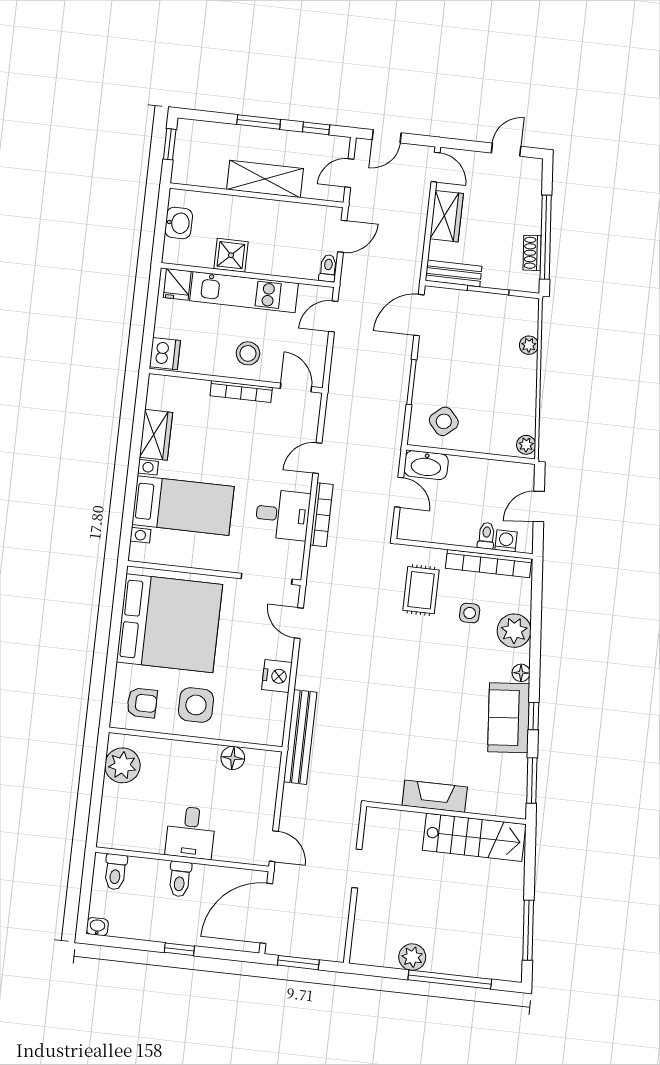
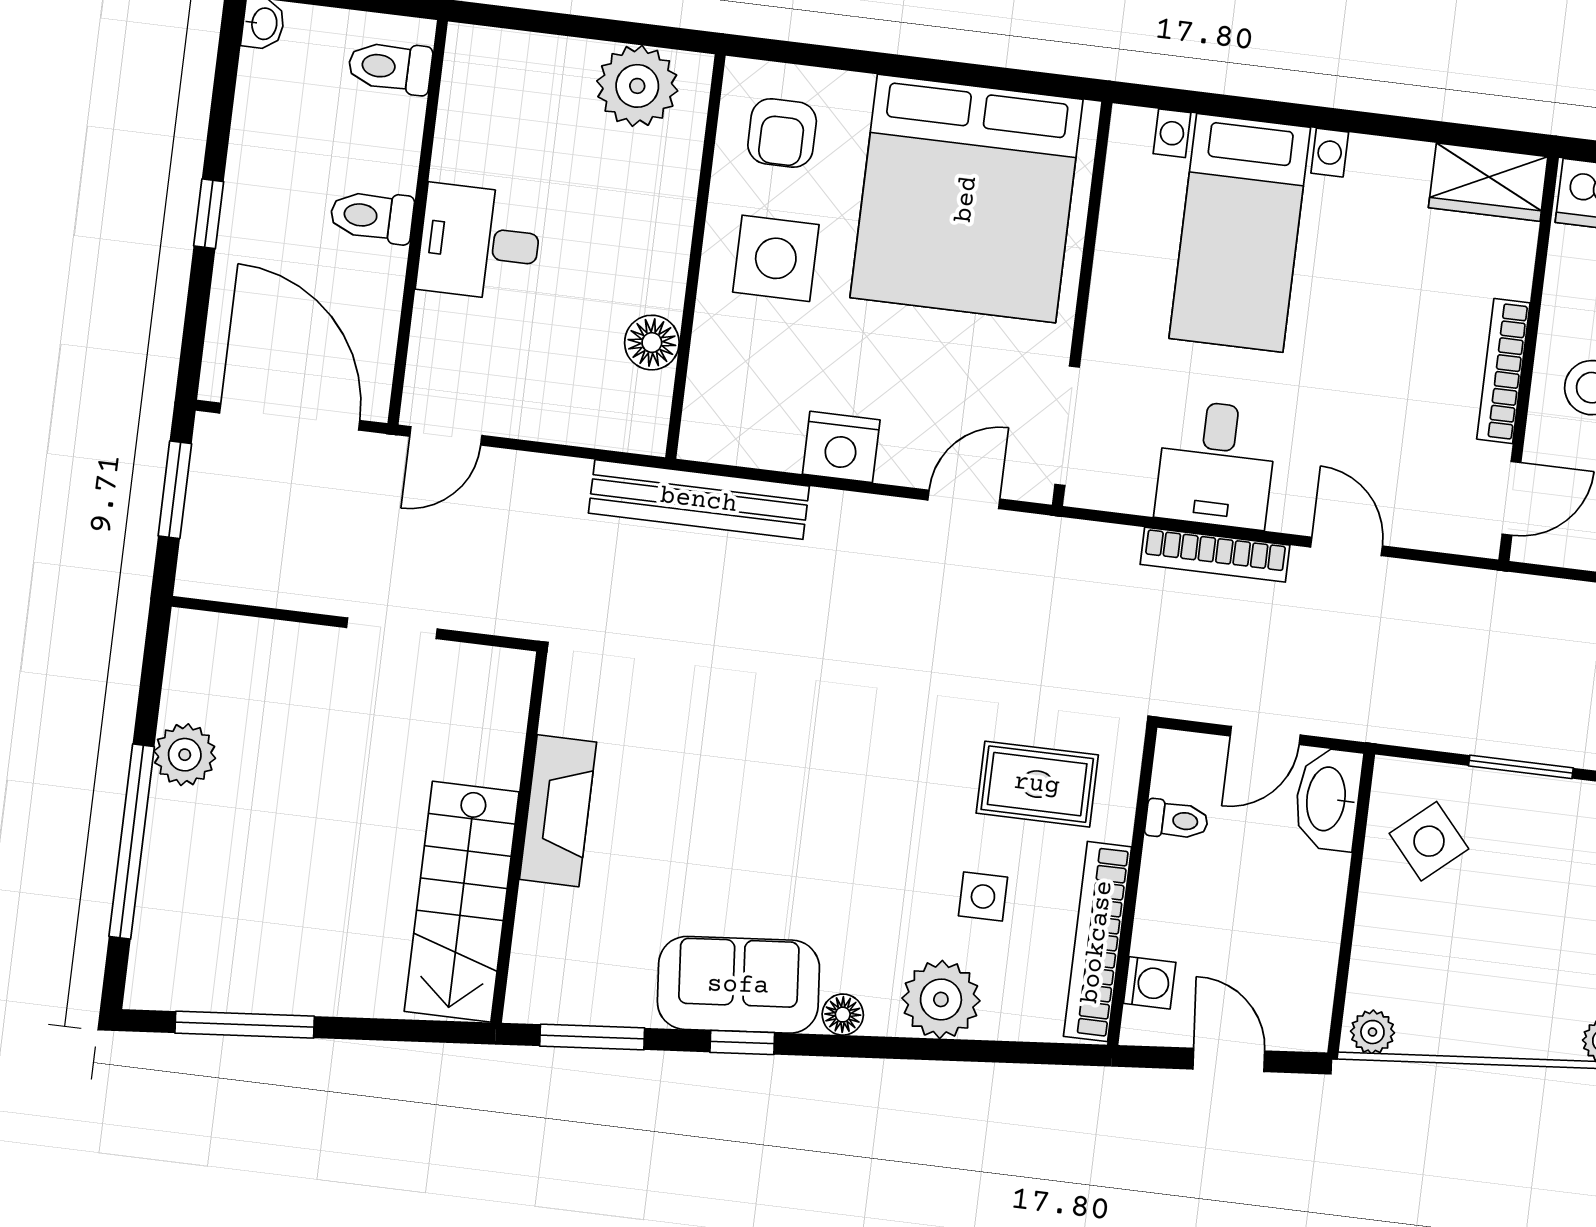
wardrobe: (156, 435) -> (1488, 182), moved
toilet: (486, 536) -> (1177, 820), moved

